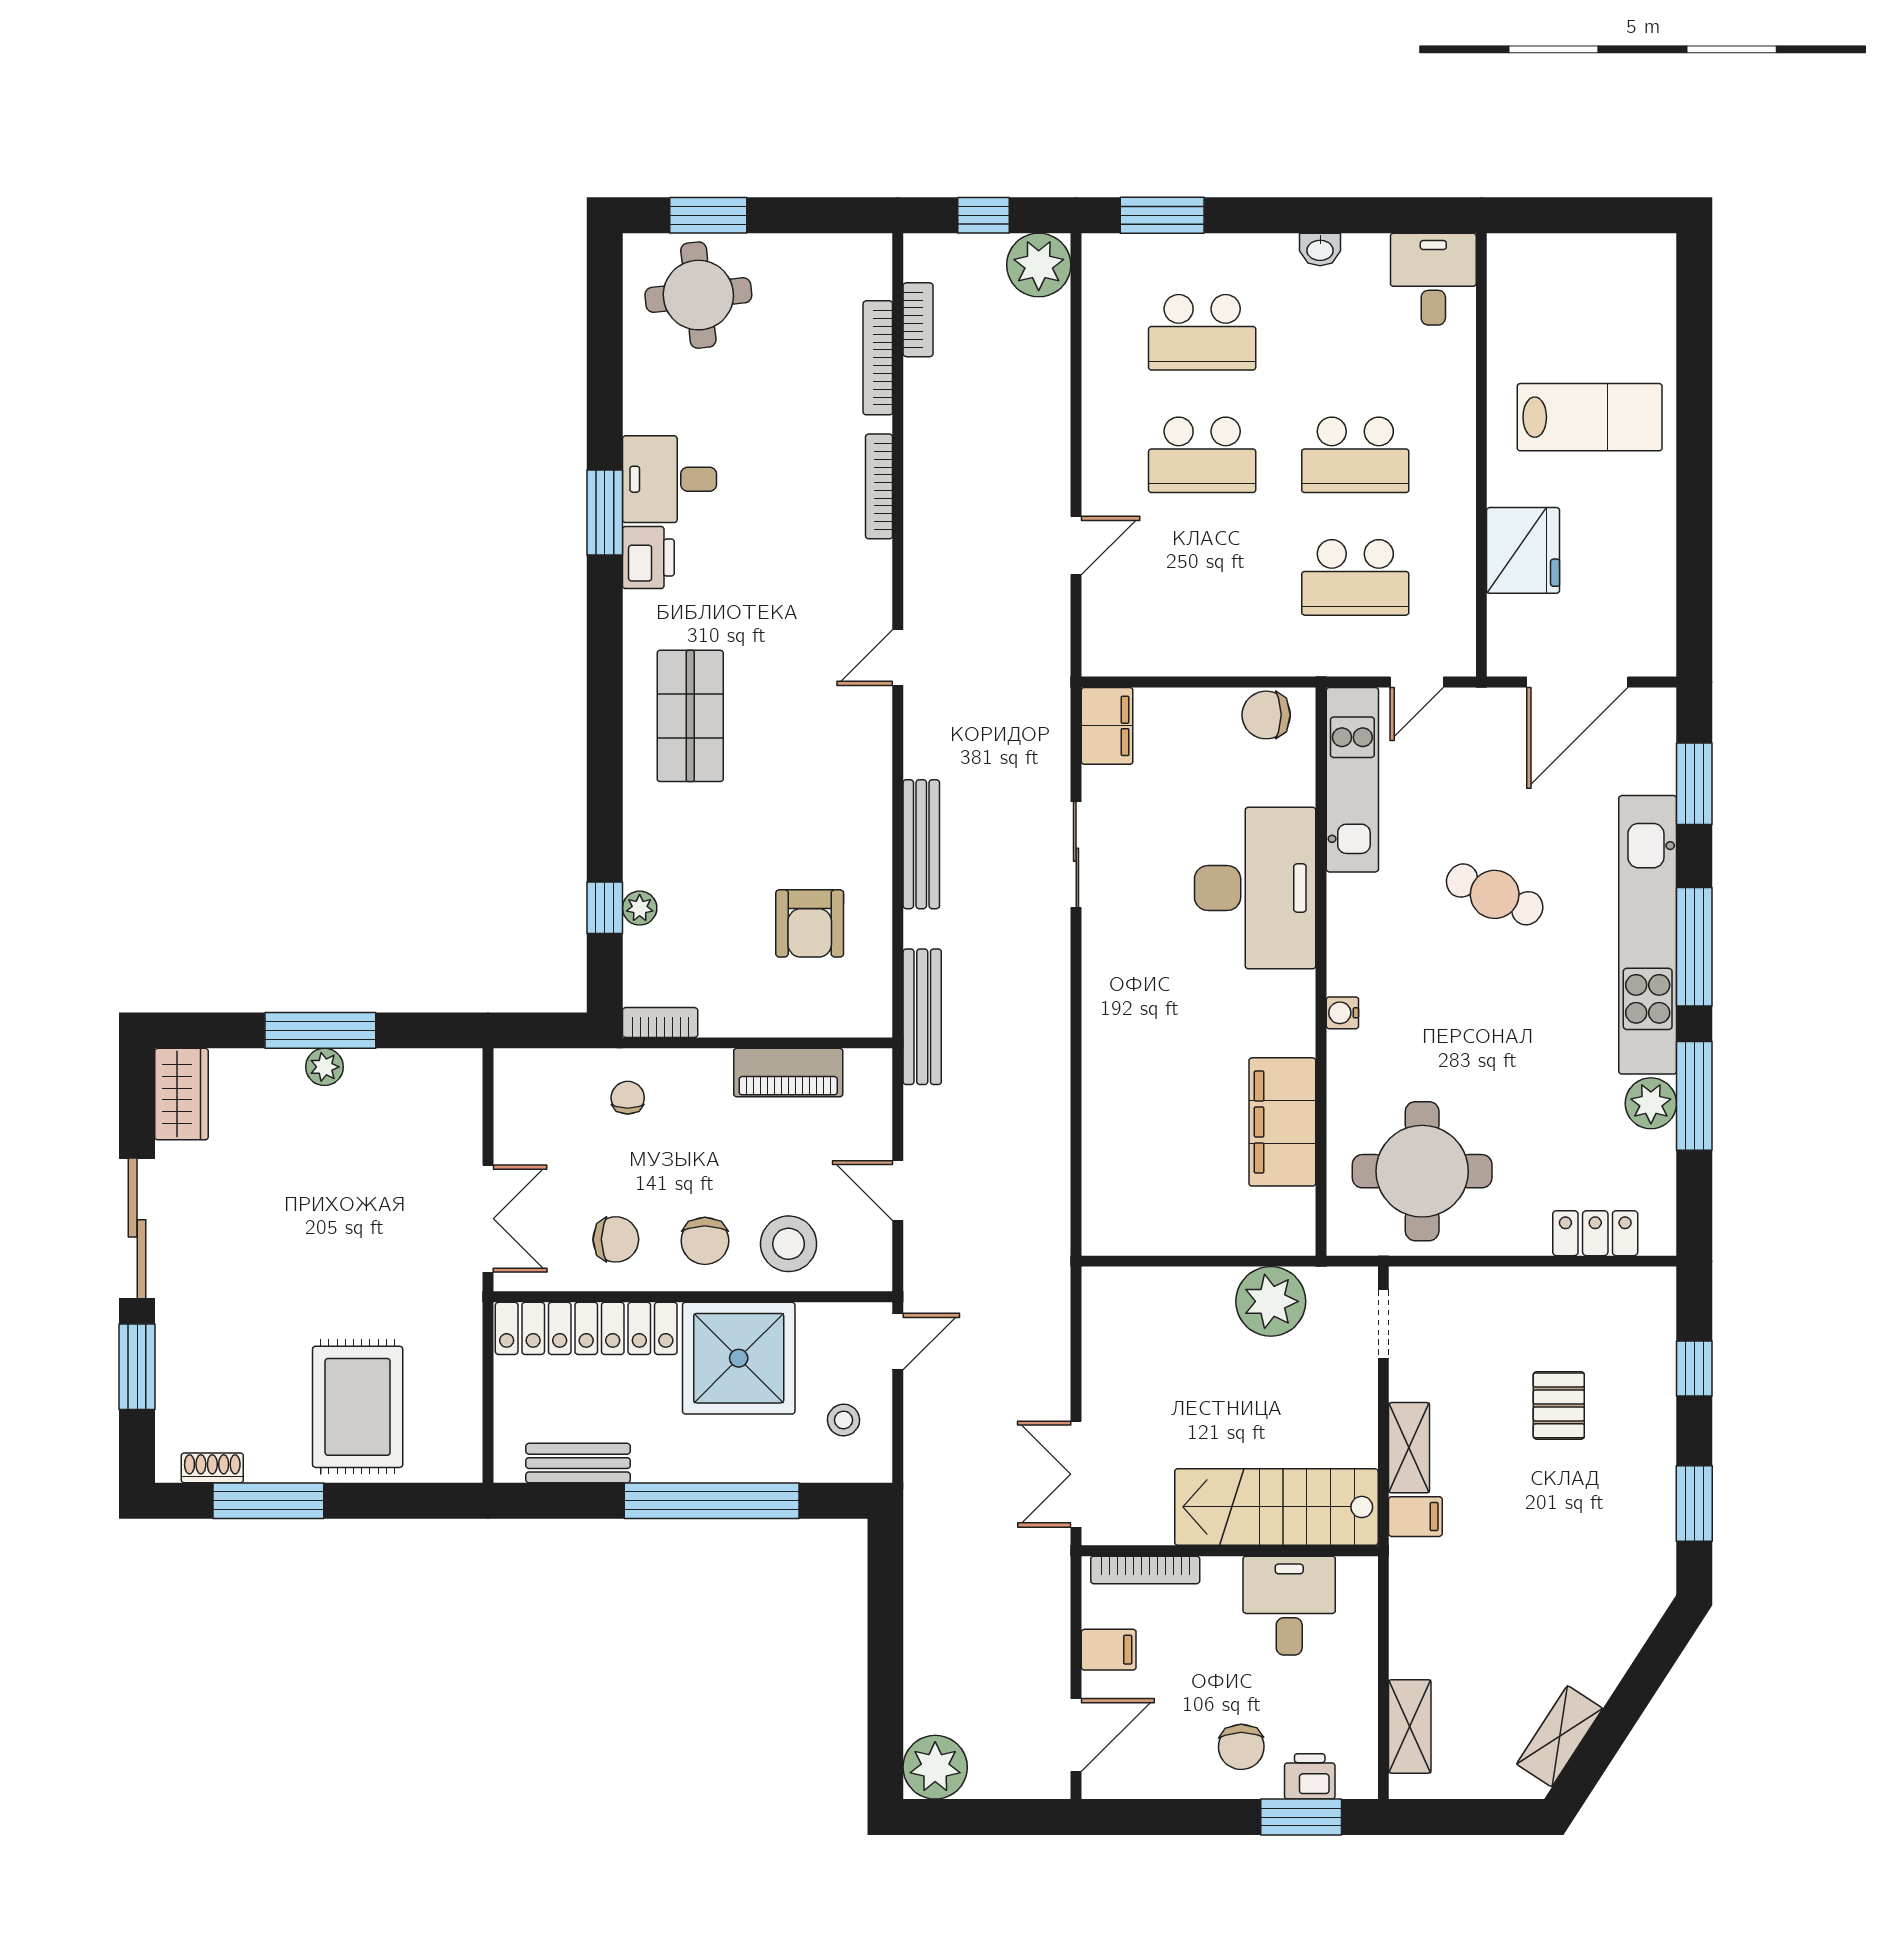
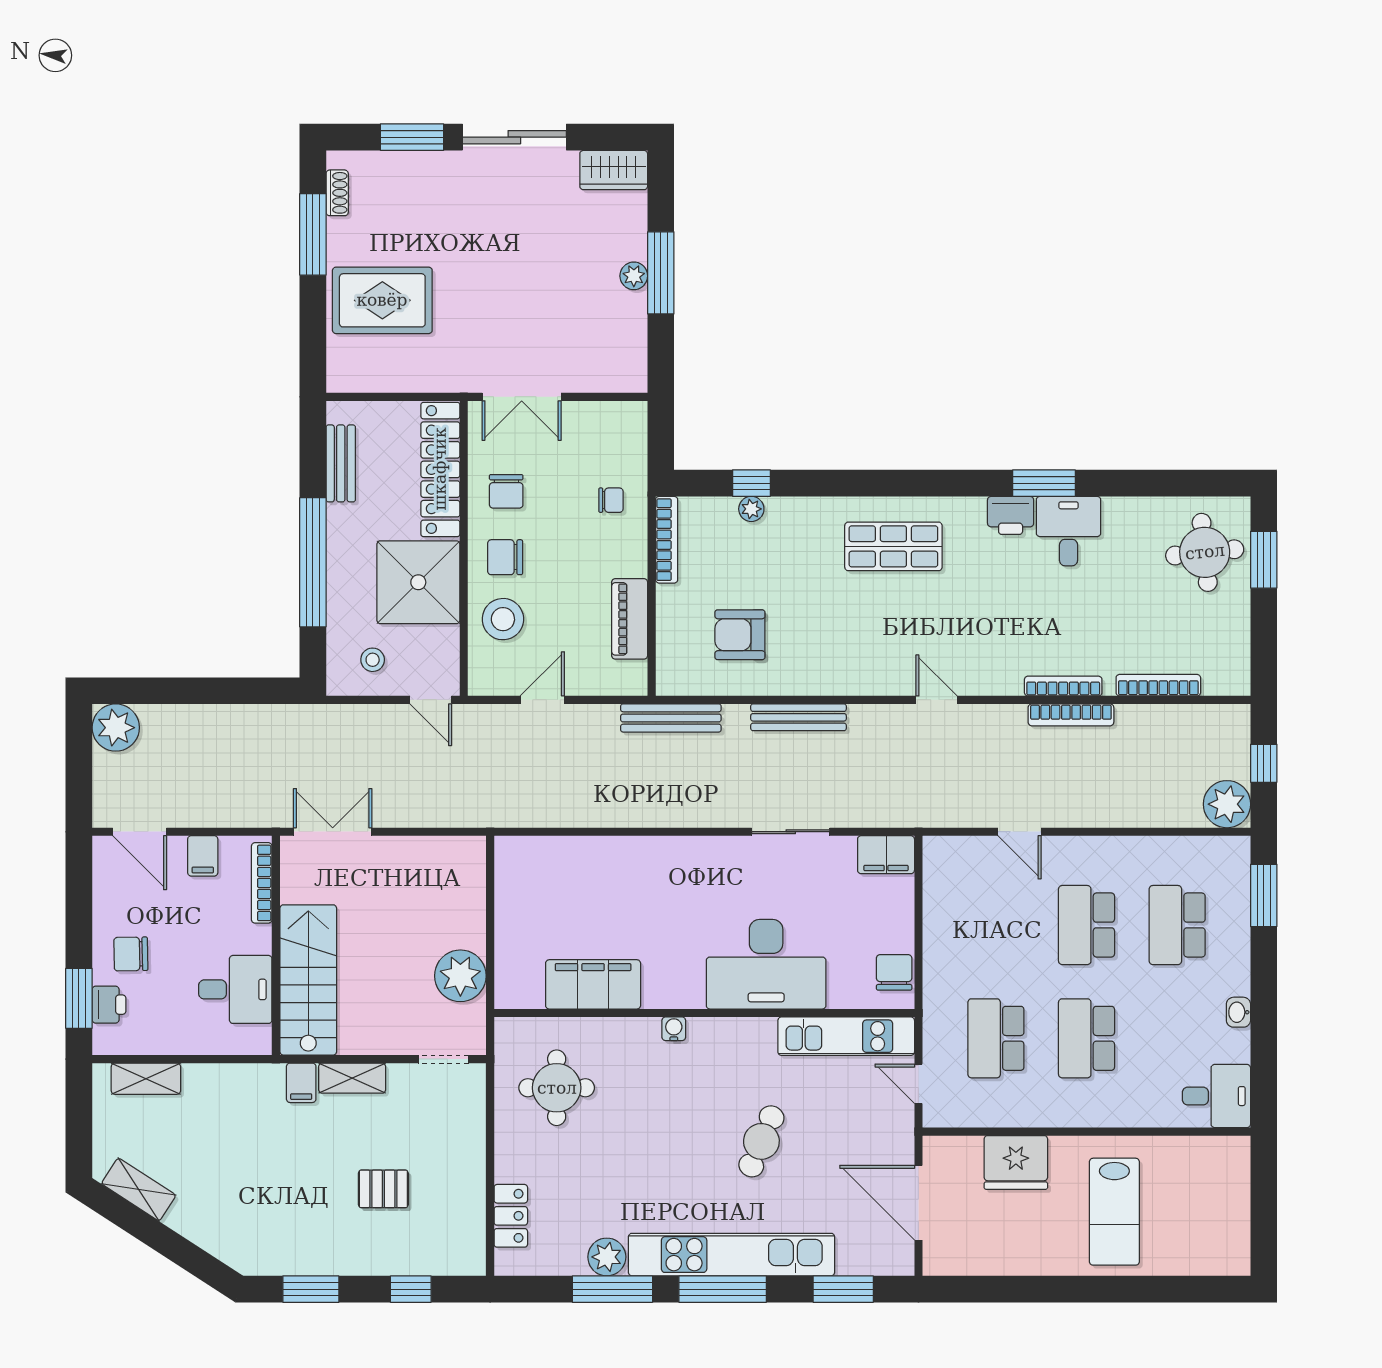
bookcase: (918, 320) -> (1071, 715), moved, width x1.56
bookcase: (660, 1022) -> (667, 540), width x1.56
round table: (1422, 1171) -> (557, 1088), width x0.73, depth x0.73

